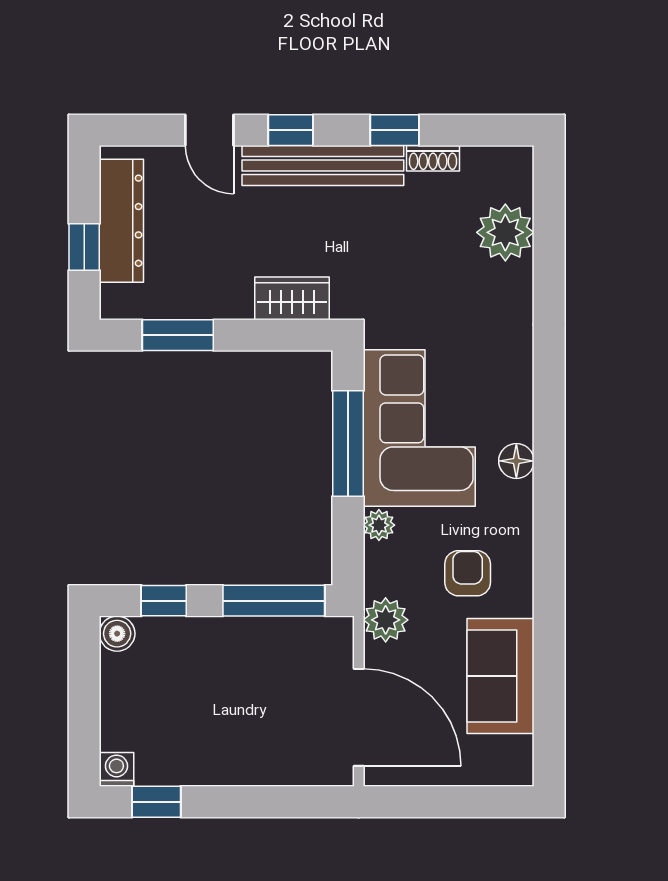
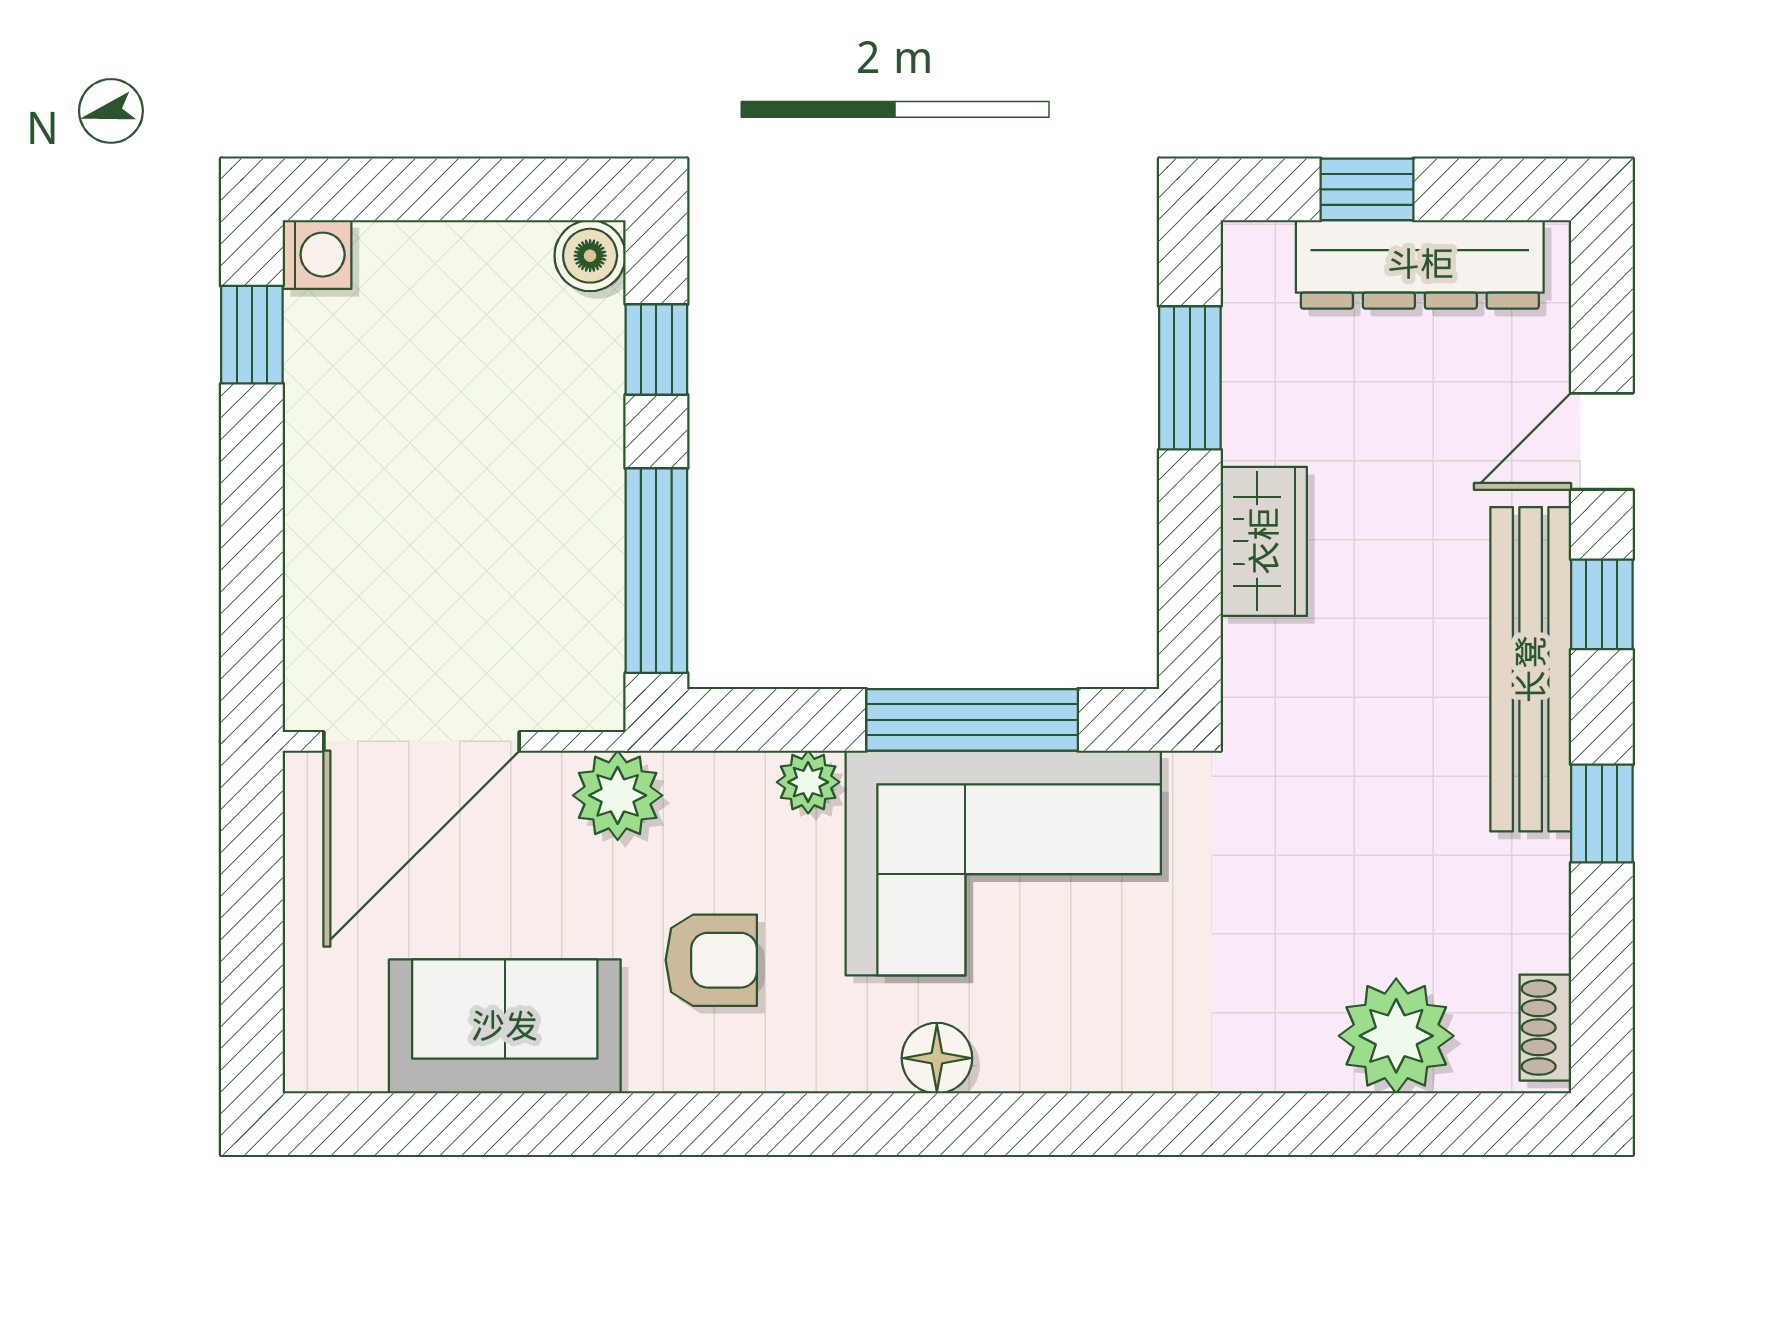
shoe rack: (433, 158) -> (1545, 1028), moved
wardrobe: (292, 298) -> (1264, 541), moved

